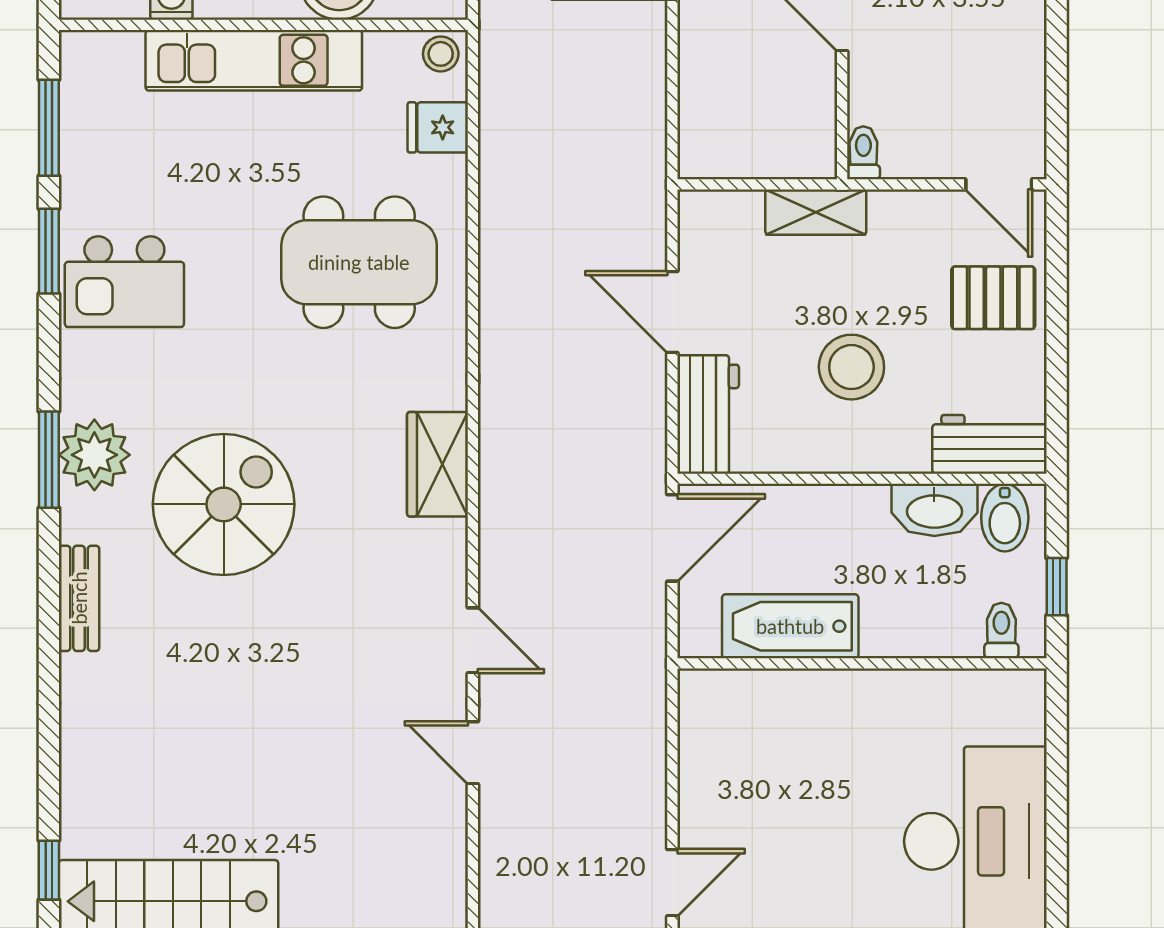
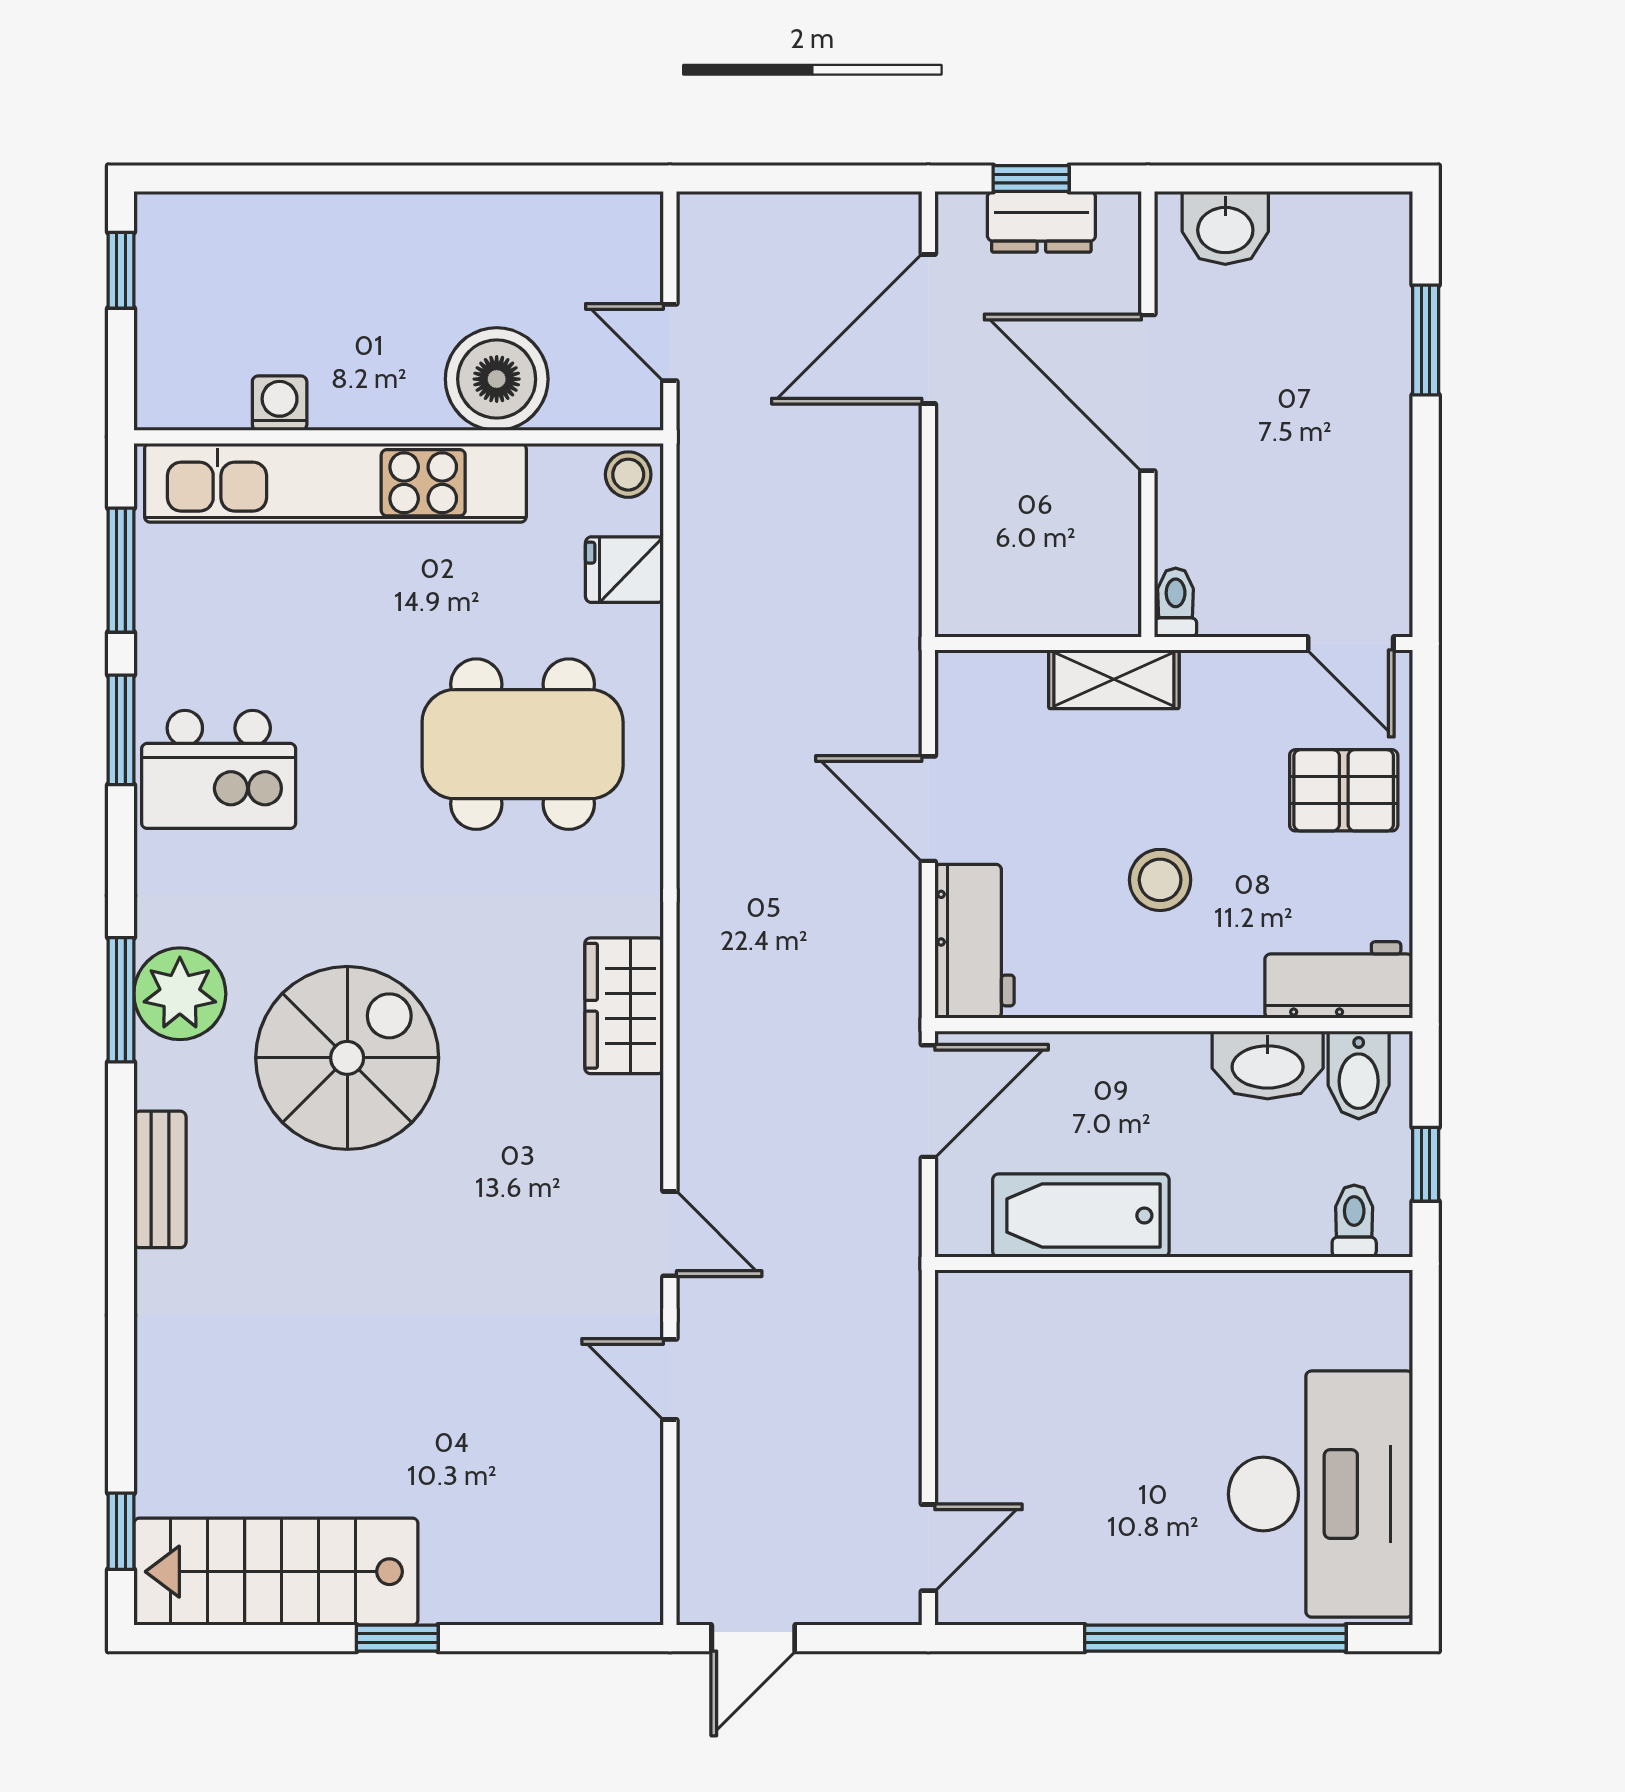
kitchen unit: (254, 60) -> (335, 483), width x1.36
stool: (851, 367) -> (1160, 880), width x0.73, depth x0.73

